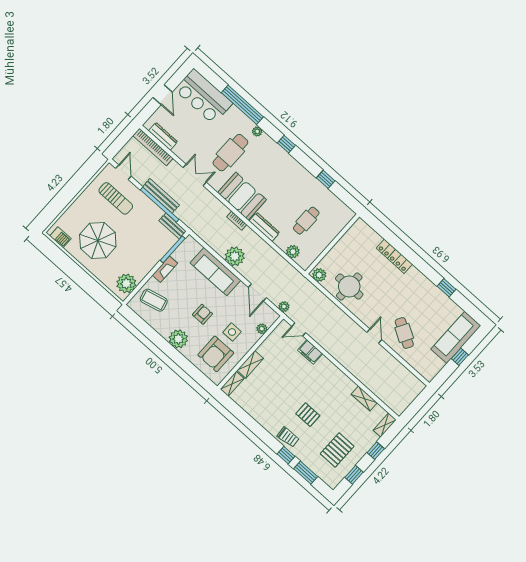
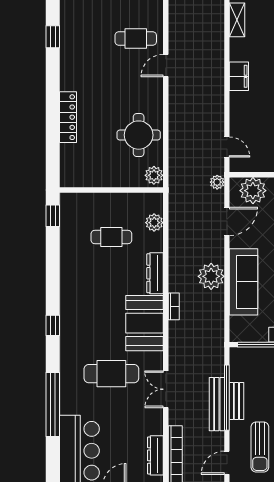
plant: (257, 131) -> (66, 366), removed
window: (326, 179) -> (53, 216), moved
sun lounger: (116, 198) -> (260, 447), turned 180
bench: (173, 226) -> (236, 401), moved
plant: (262, 329) -> (253, 191), width x1.87, depth x1.87
cafe table: (404, 333) -> (136, 39), turned 60
filing cabinet: (310, 352) -> (239, 76), moved

